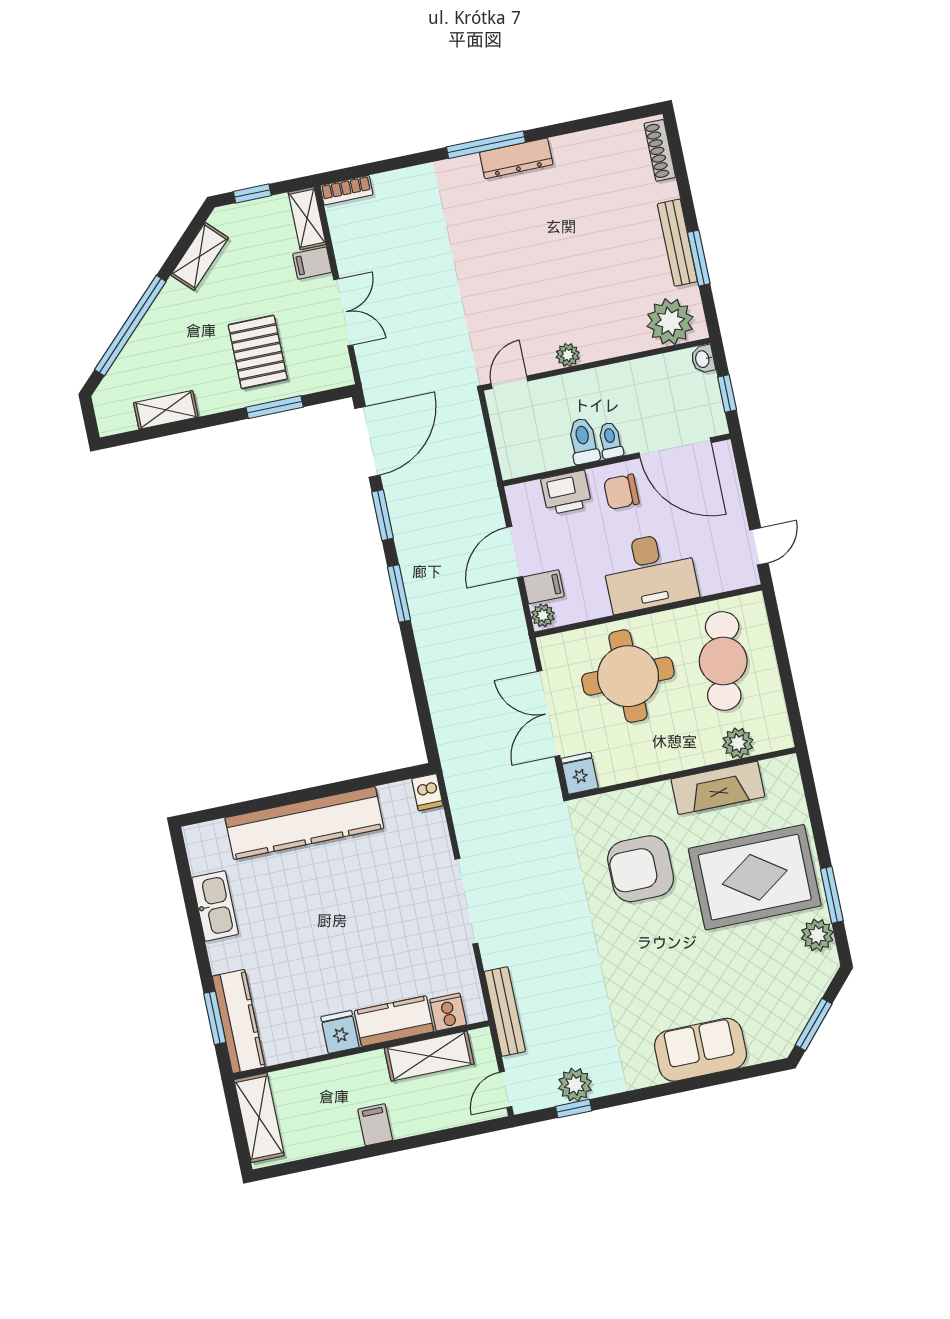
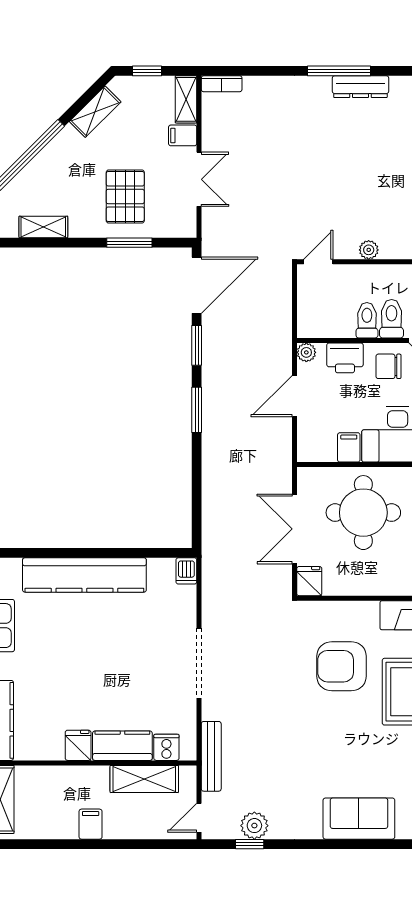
toilet: (610, 440) -> (392, 319), width x1.37, depth x1.39
filing cabinet: (544, 587) -> (349, 447), moved, turned -90
plant: (543, 615) -> (306, 352), moved

